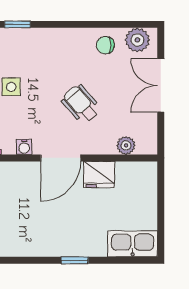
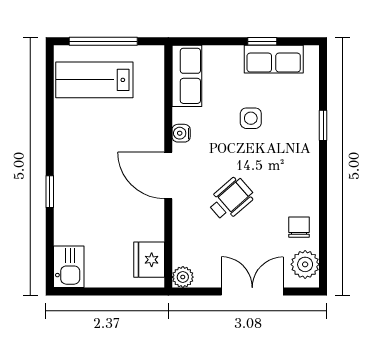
plant: (126, 145) -> (183, 277), moved
fridge: (99, 174) -> (149, 260), moved
kitchen sink: (133, 244) -> (69, 267), width x0.73

